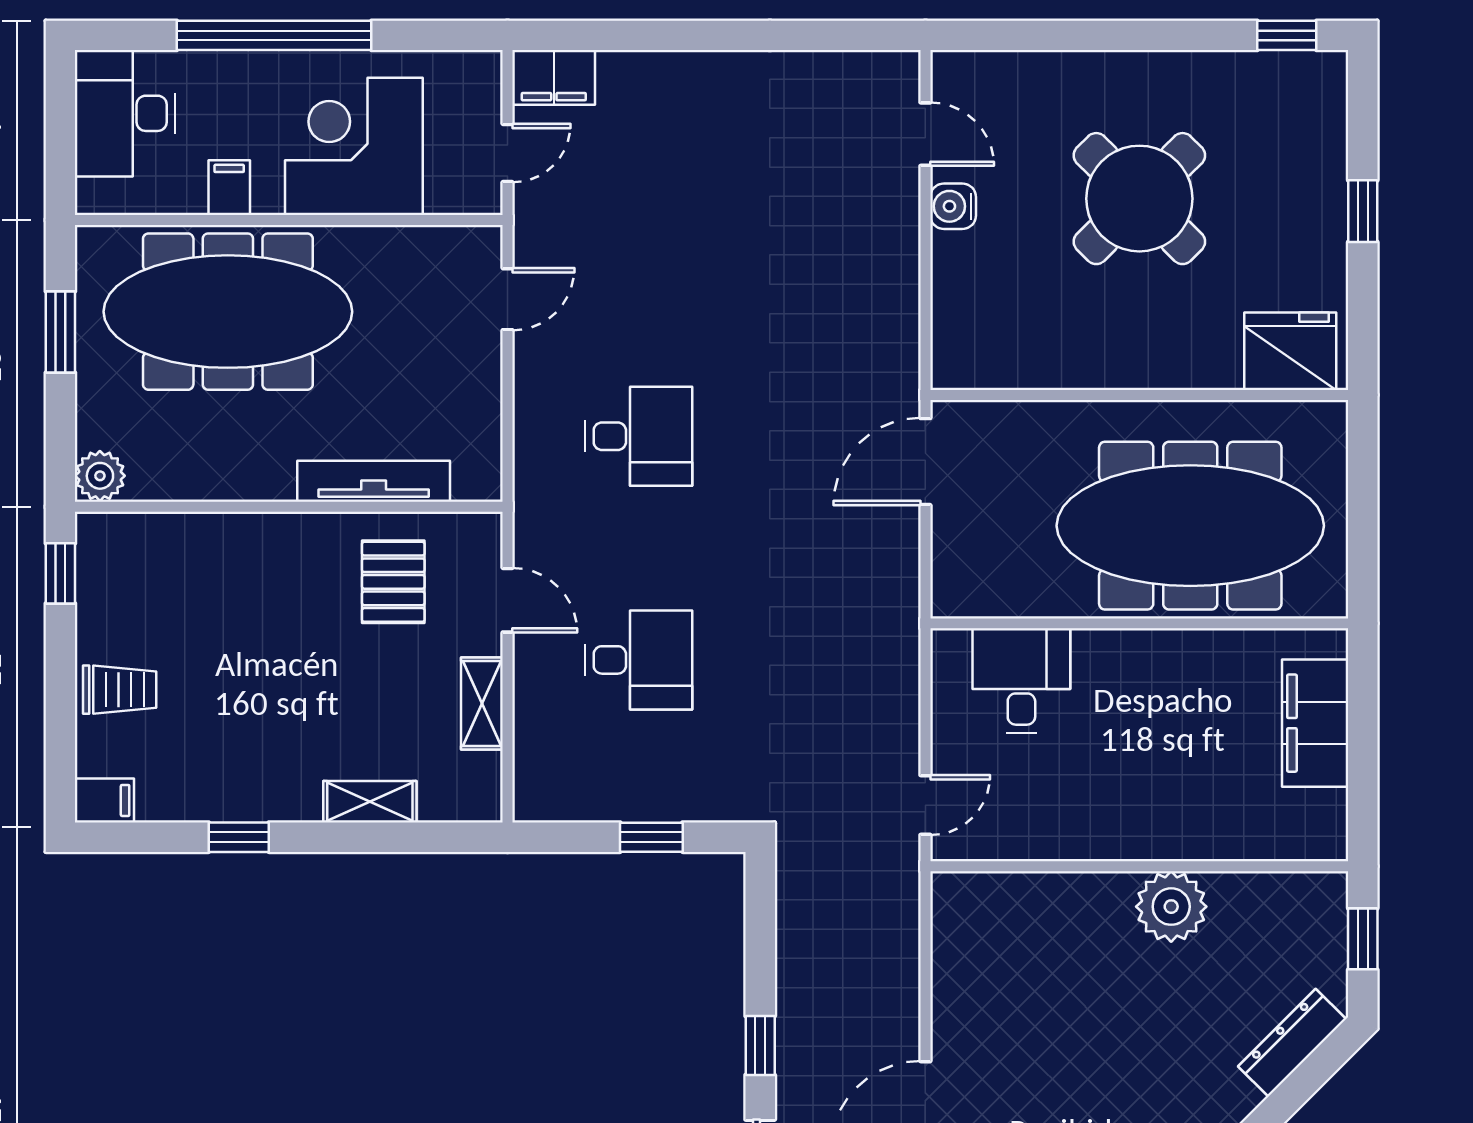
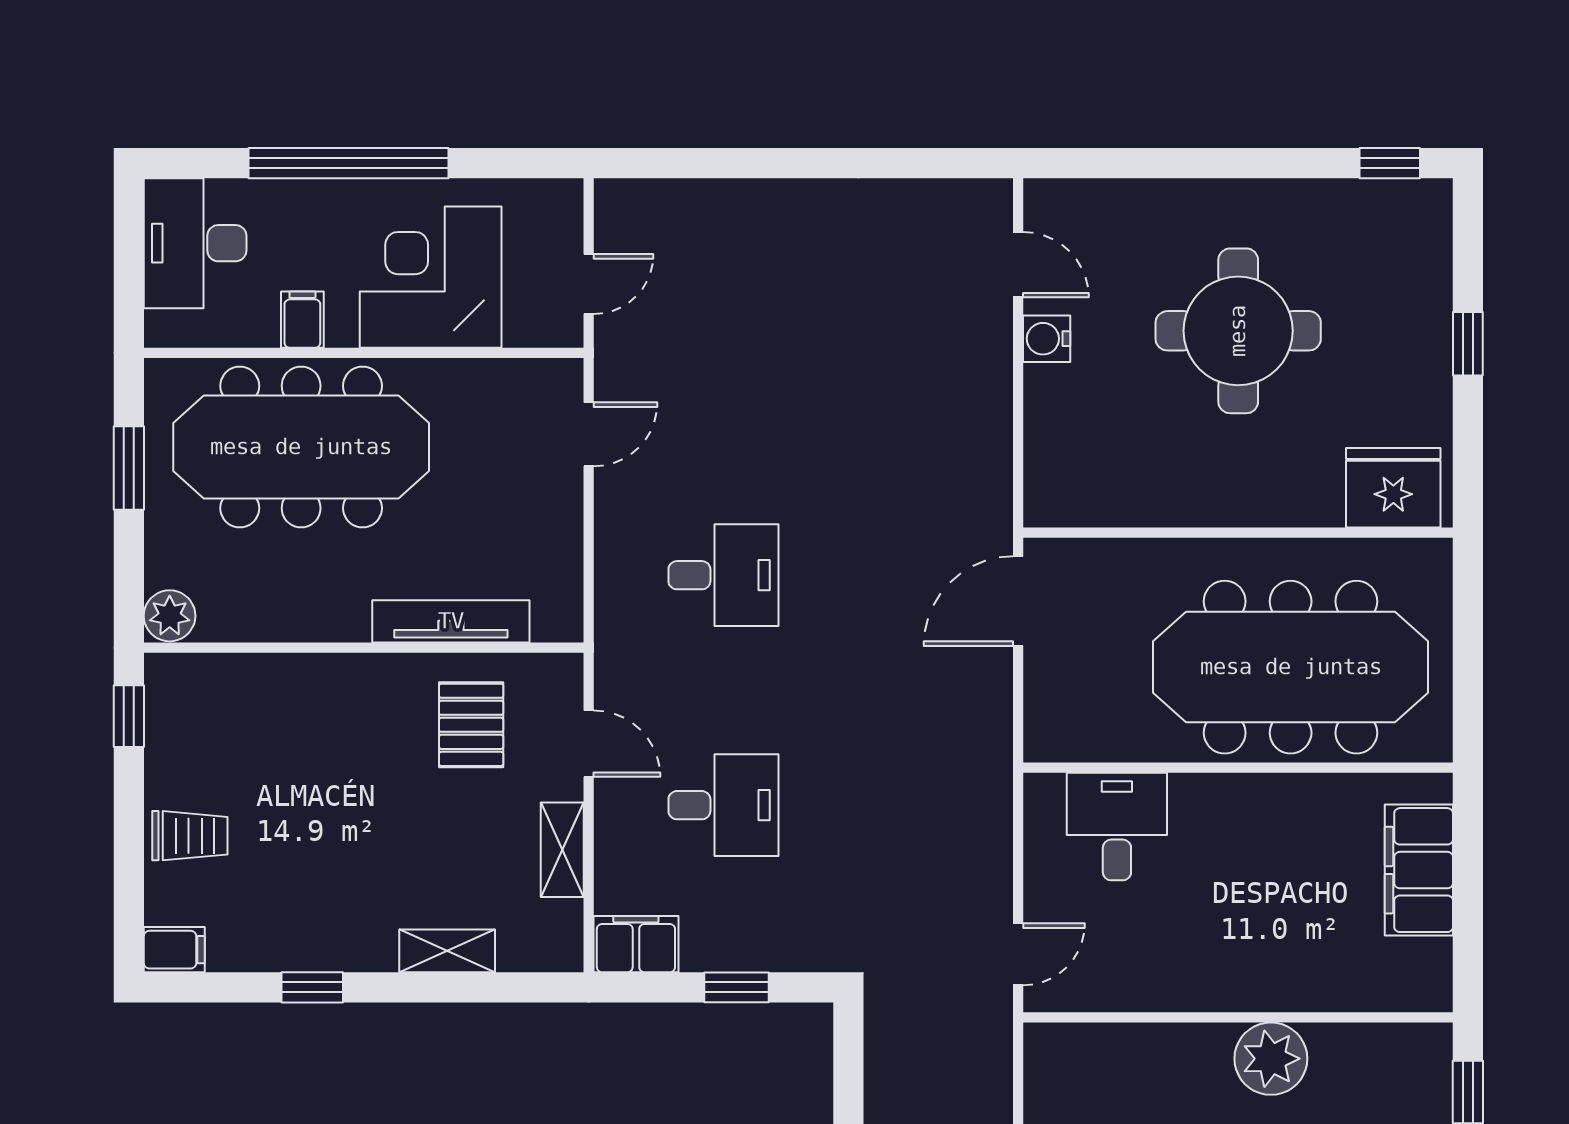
filing cabinet: (554, 77) -> (636, 944), moved, turned 180
round table: (1139, 199) -> (1238, 331), turned 45

